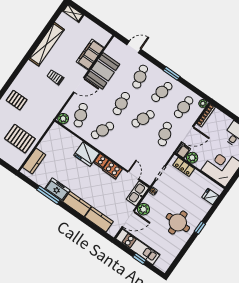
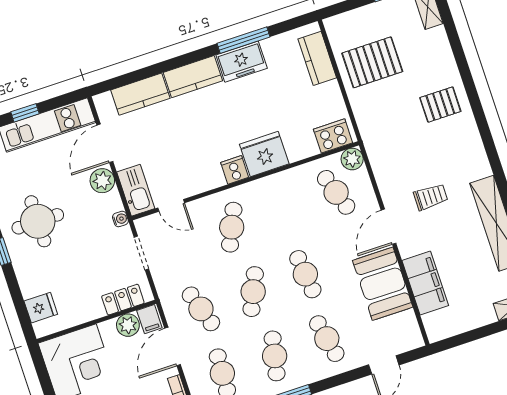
cafe table: (102, 130) -> (232, 227), moved
cooker: (112, 170) -> (333, 136), moved

